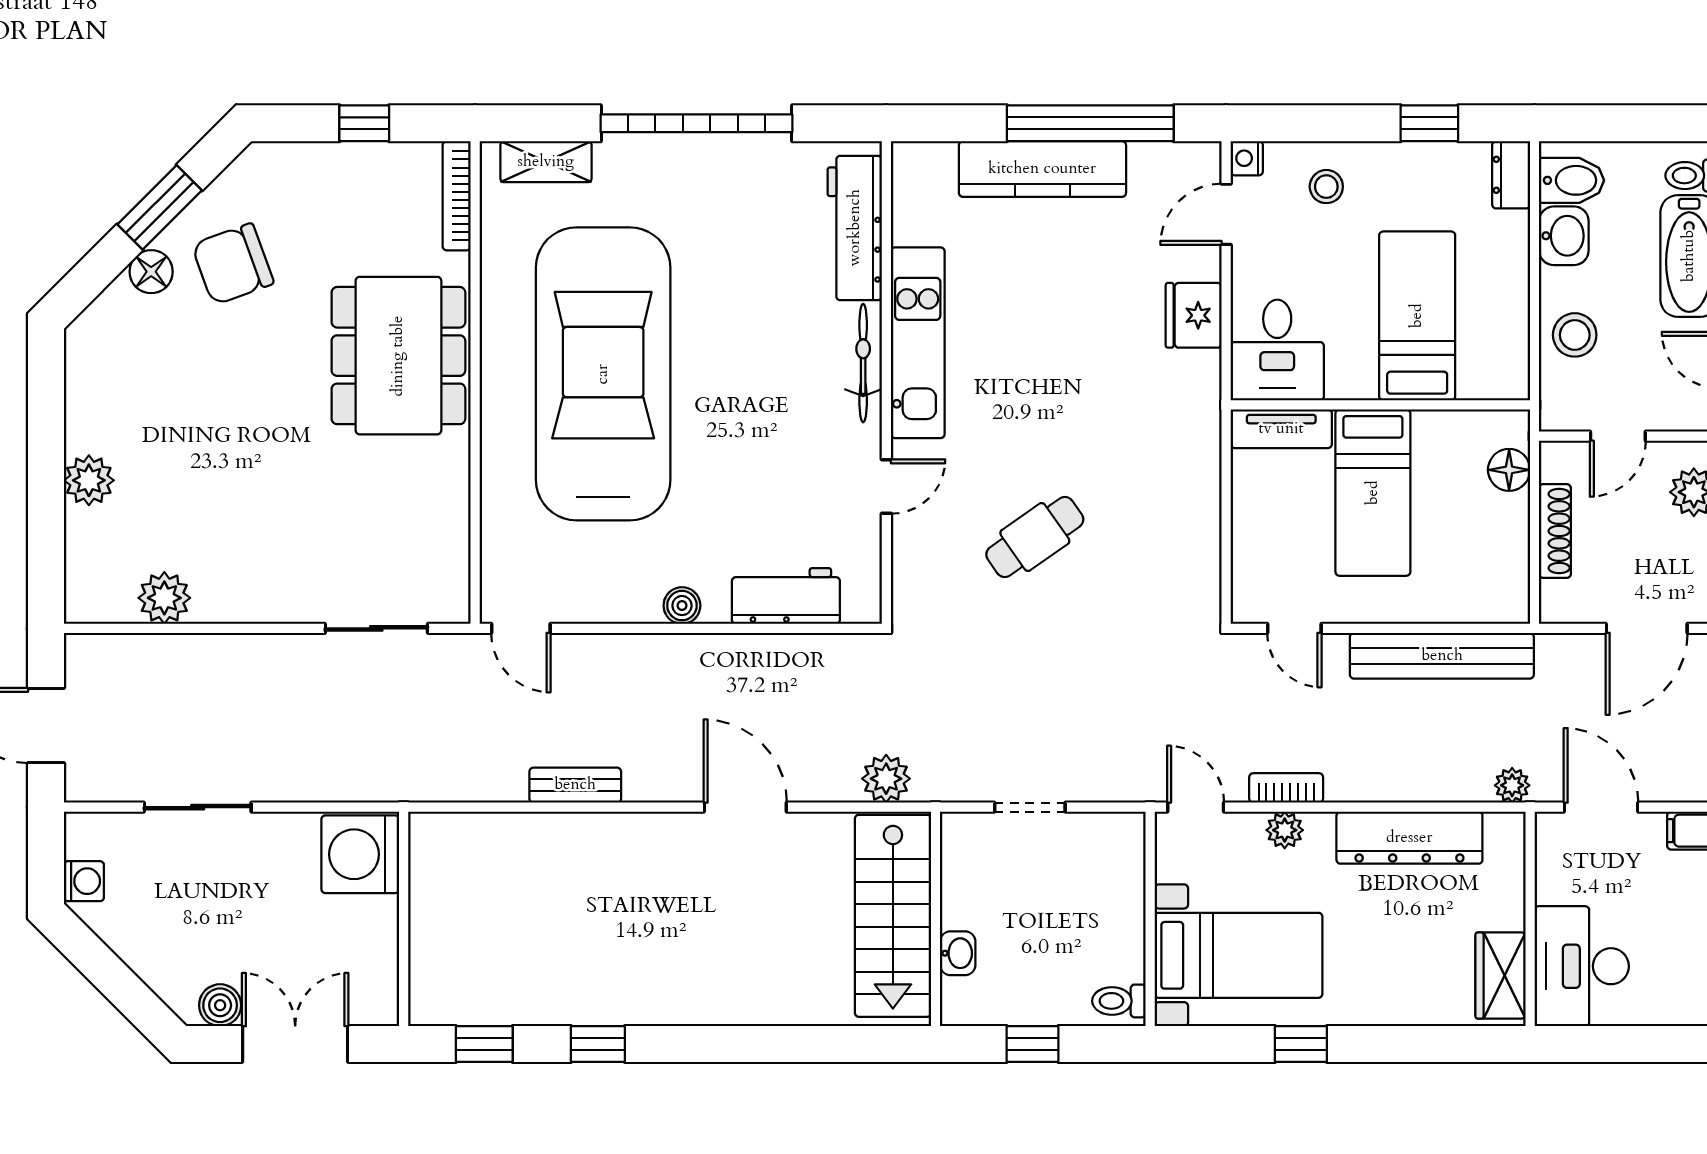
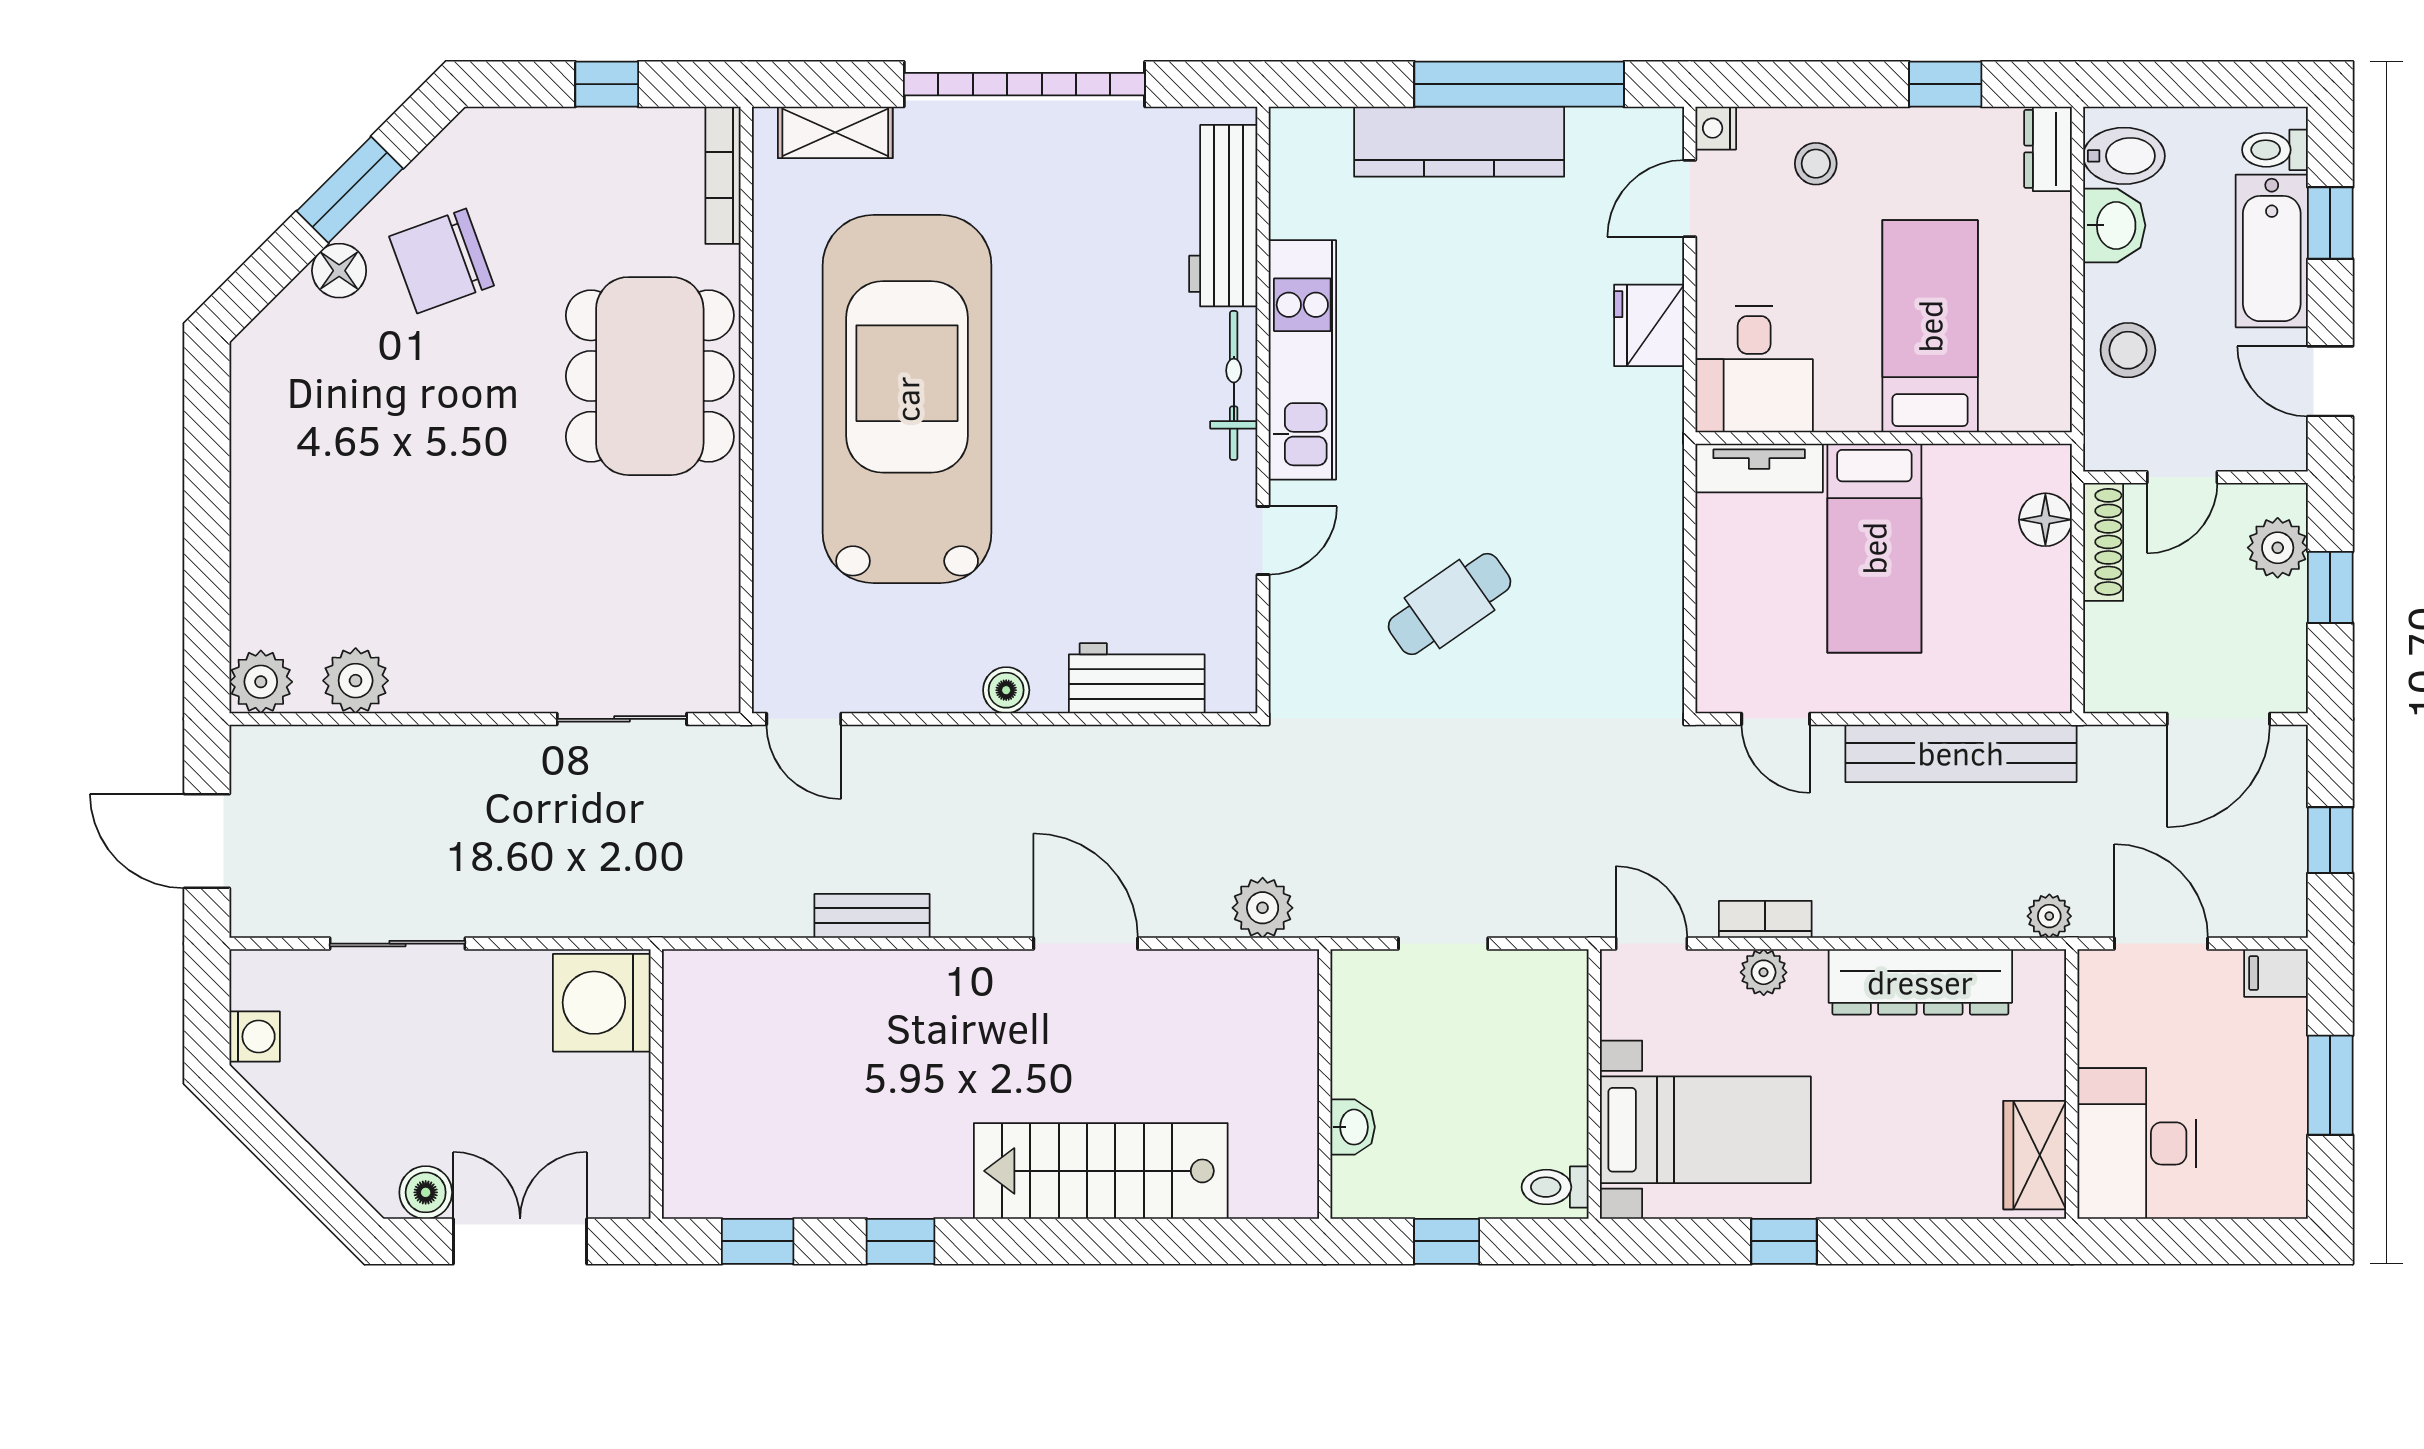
plant: (89, 480) -> (261, 682), moved
shoe rack: (1555, 531) -> (2103, 542), moved
stairs: (893, 916) -> (1101, 1171), moved, turned 90

